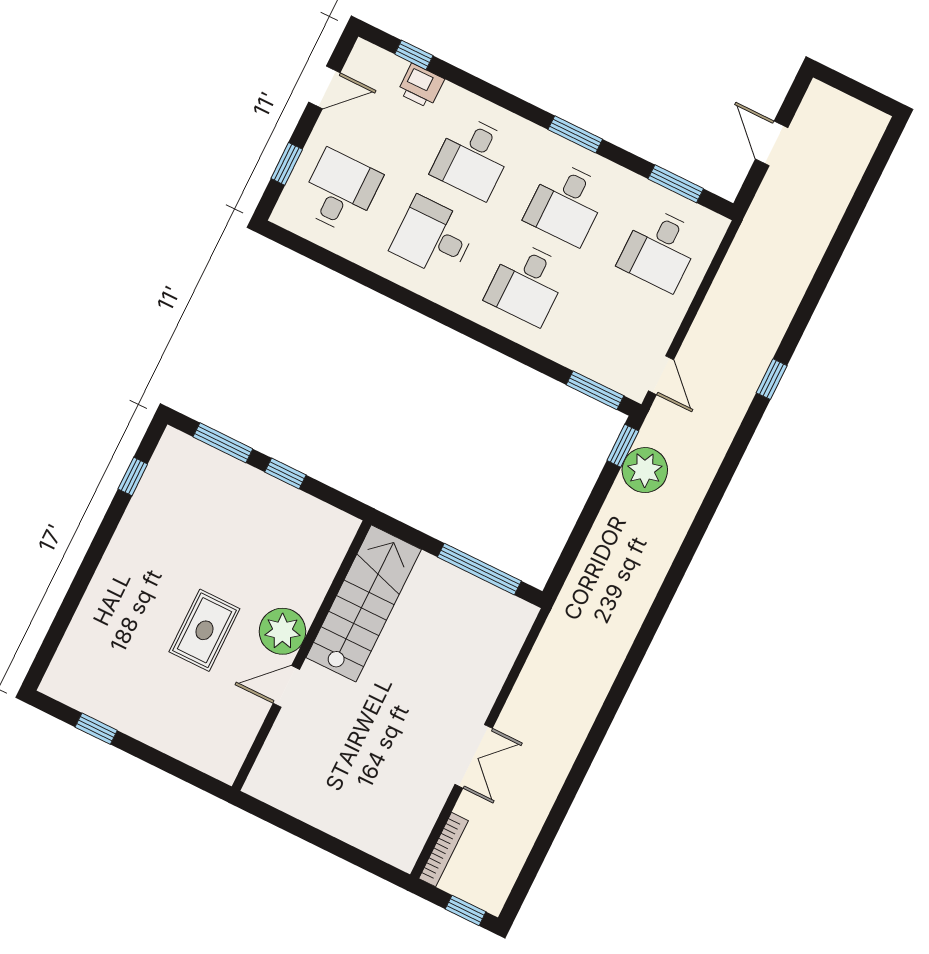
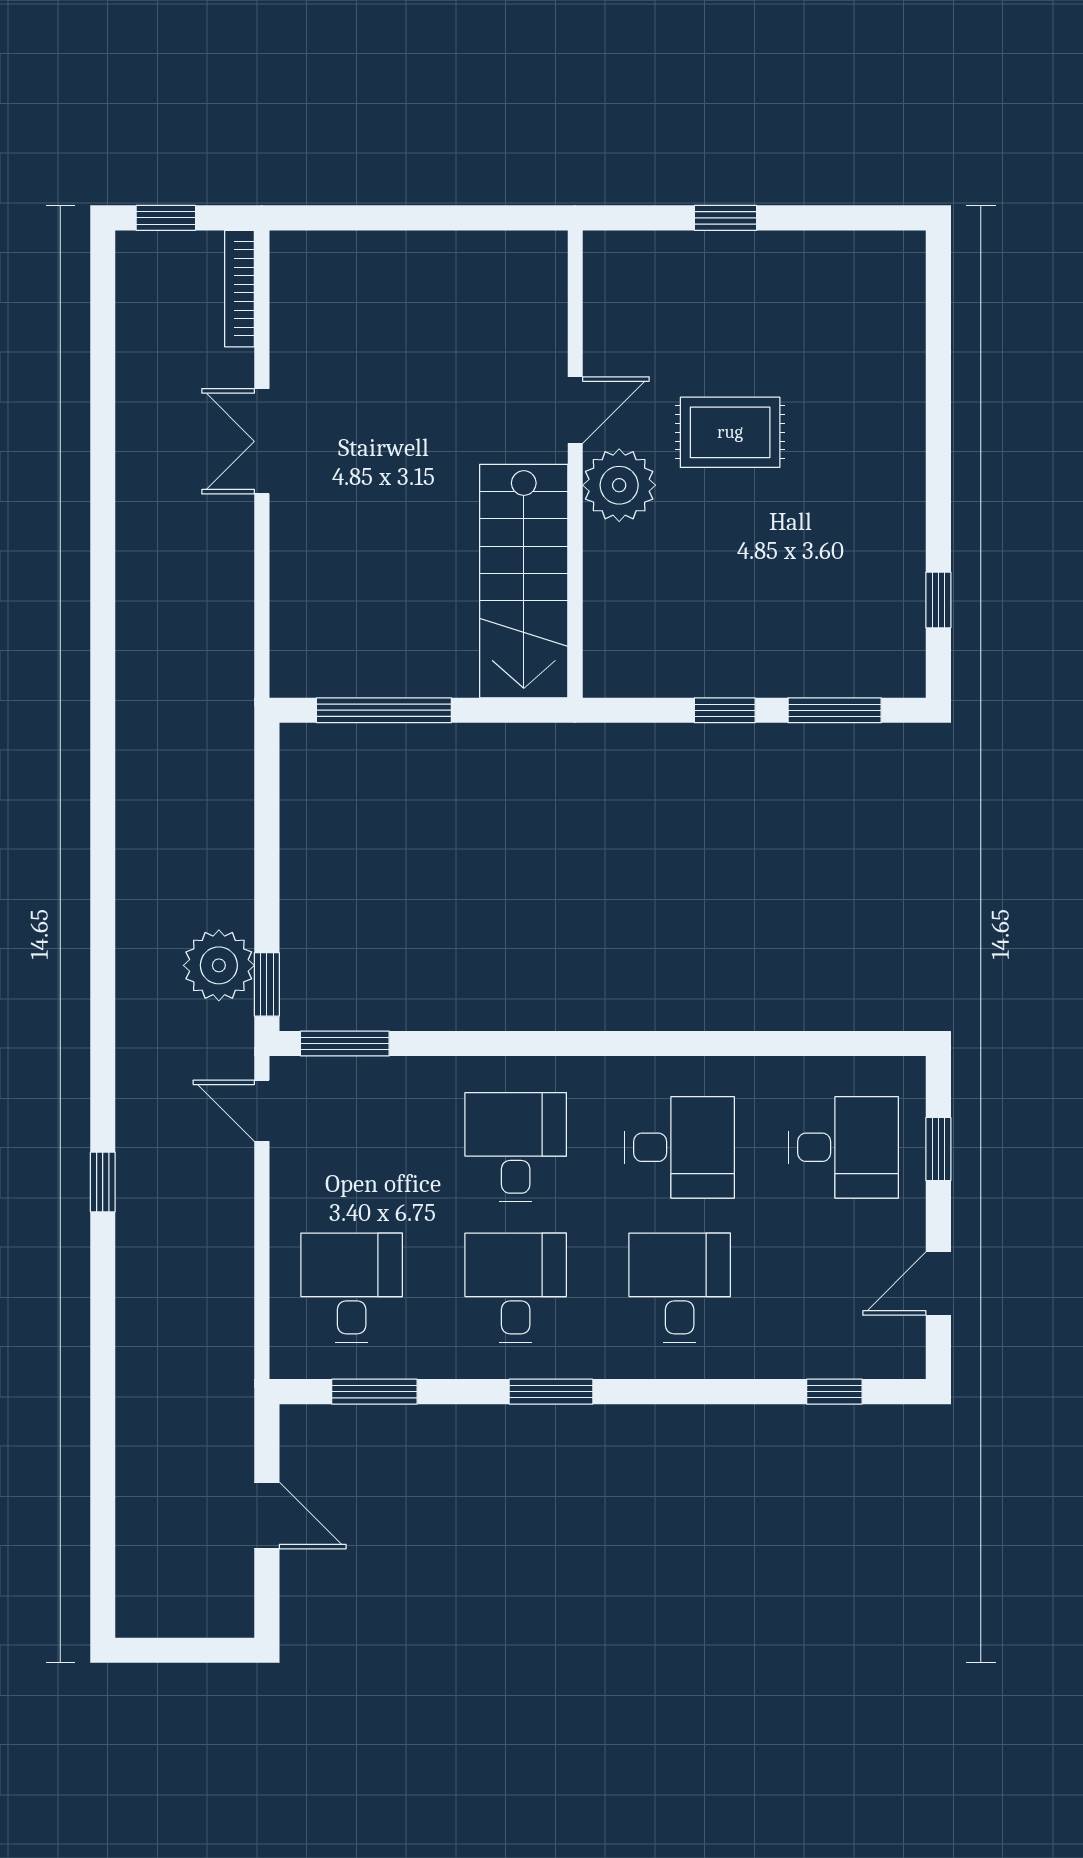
printer: (421, 86) -> (803, 1353), removed
desk: (340, 191) -> (844, 1147), turned -90
rug: (204, 630) -> (730, 432), turned 90
window: (96, 729) -> (726, 218), moved

